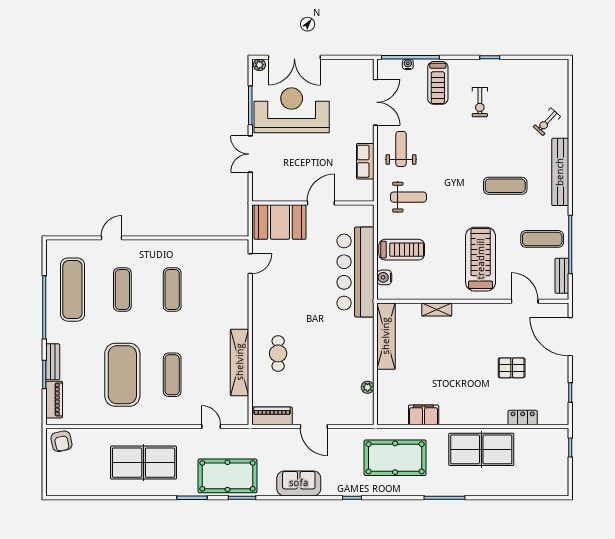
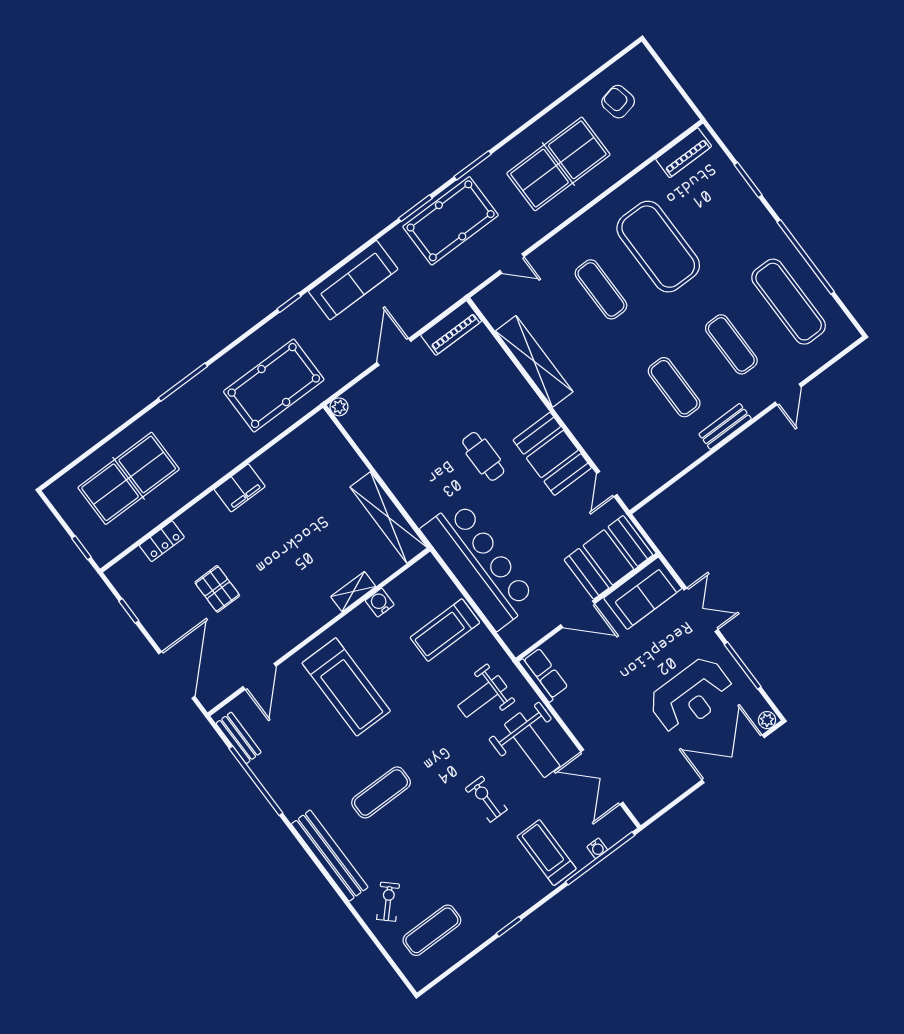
exercise bike: (480, 102) -> (486, 799), moved
reception desk: (292, 110) -> (691, 696), width x0.74, depth x0.77
weight bench: (401, 149) -> (532, 745), width x1.36, depth x1.33
row of seats: (365, 161) -> (544, 675), moved
sofa: (276, 188) -> (643, 593), added
door: (321, 203) -> (578, 614), hinge flipped
exercise mat: (542, 239) -> (432, 930), moved
water cooler: (384, 277) -> (380, 603), moved, turned -90
door: (525, 301) -> (260, 676), hinge flipped
booth: (268, 303) -> (552, 454), added
door: (570, 337) -> (177, 675), hinge flipped
cafe table: (278, 353) -> (483, 456), moved
bench: (53, 362) -> (725, 426), moved, turned 90
pallet: (512, 368) -> (217, 589), turned 90
plant: (368, 387) -> (339, 407), moved
piano: (54, 400) -> (684, 153), moved, turned -90
filing cabinet: (424, 415) -> (240, 488), moved
door: (314, 426) -> (394, 352), hinge flipped
armchair: (61, 441) -> (618, 102), moved
table tennis table: (481, 449) -> (129, 478), moved
sofa: (299, 483) -> (353, 280), width x1.36

